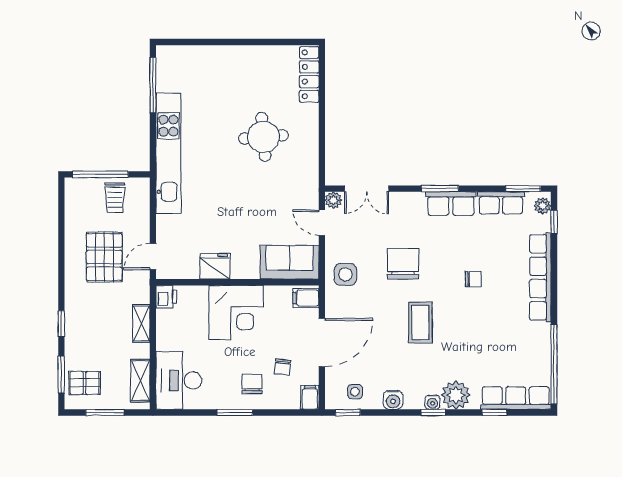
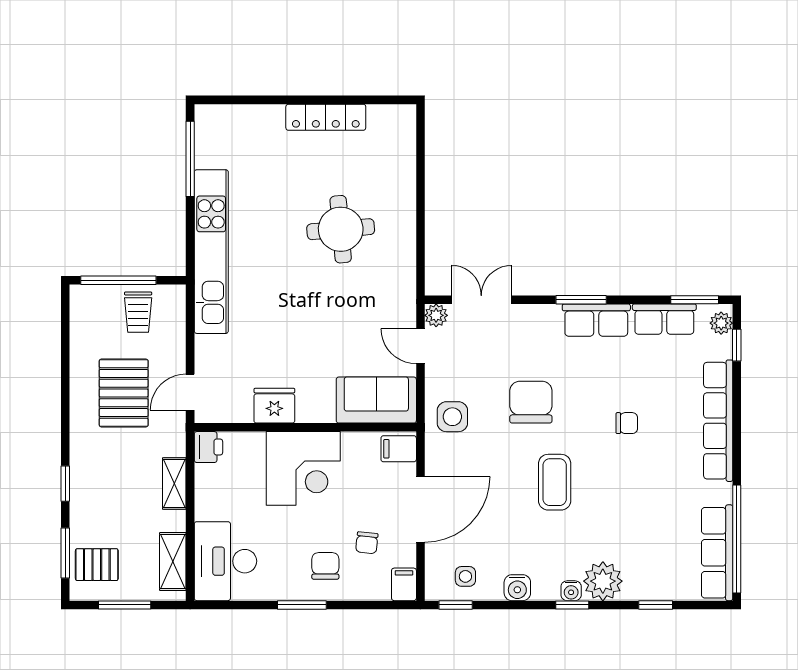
locker: (309, 74) -> (326, 117), moved, turned -90
double door: (367, 189) -> (481, 300), swing flipped
row of seats: (516, 398) -> (717, 553), moved, turned -90

